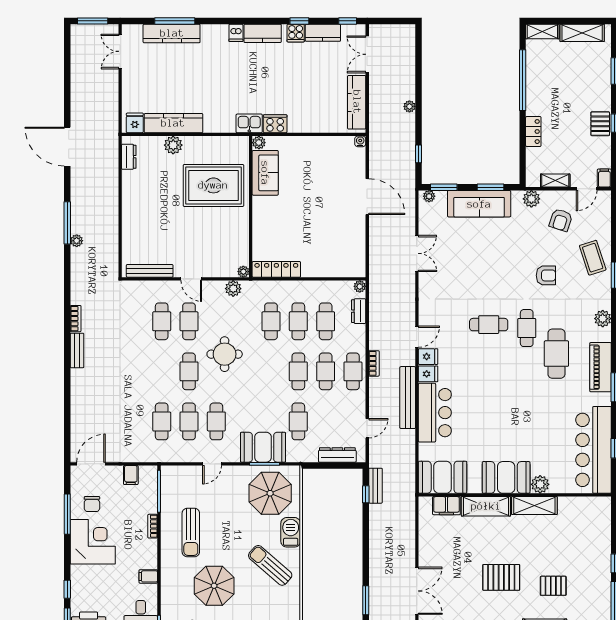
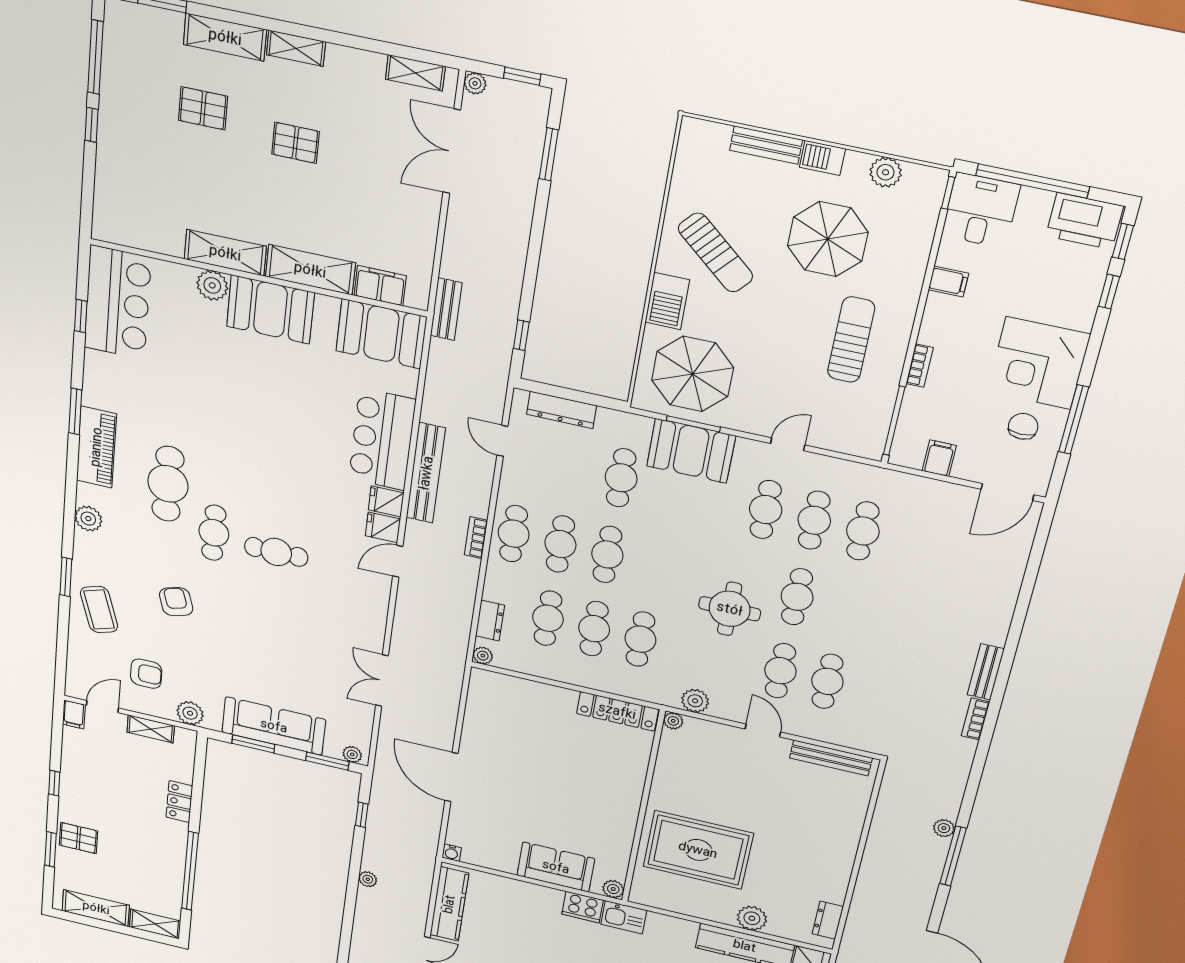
pallet: (600, 124) -> (78, 838), moved, turned 90
sofa: (265, 173) -> (556, 867), moved, turned 90
armchair: (561, 220) -> (146, 674), turned 72
armchair: (546, 275) -> (176, 602), turned 73
door: (367, 428) -> (502, 441), hinge flipped
bar counter: (593, 450) -> (117, 303), width x0.73
bench: (375, 486) -> (446, 309), moved
pallet: (501, 577) -> (295, 143), width x0.67, depth x0.71

